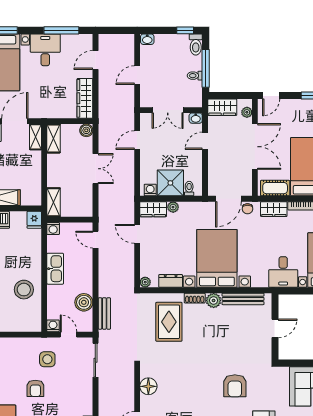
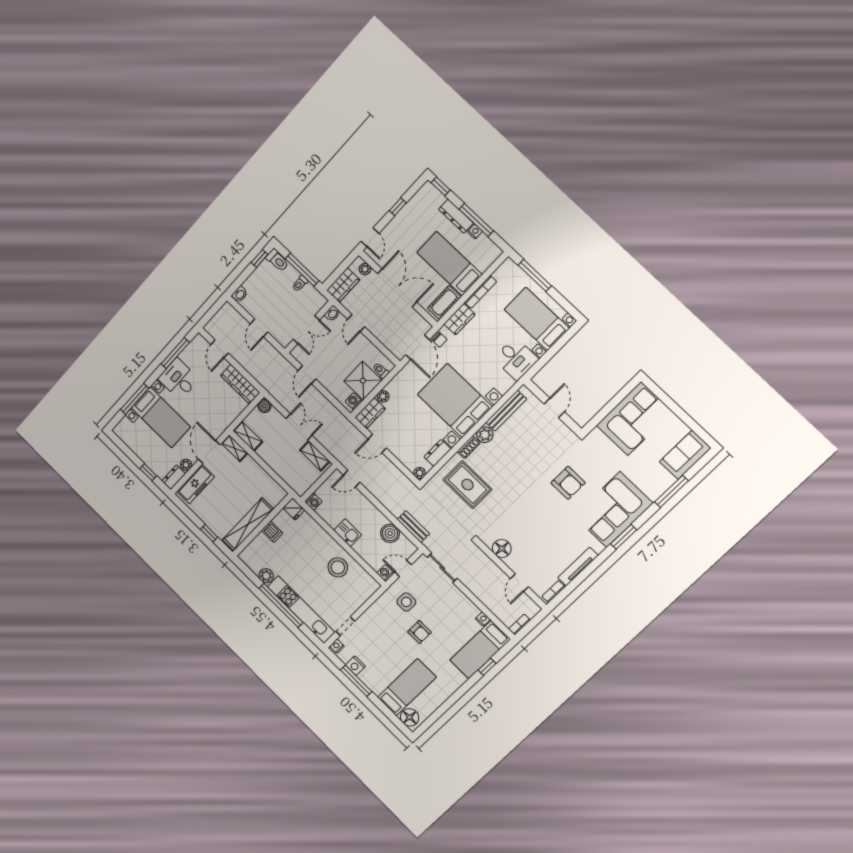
shelving: (54, 202) -> (315, 456), moved
kitchen sink: (55, 269) -> (348, 533), width x0.73

